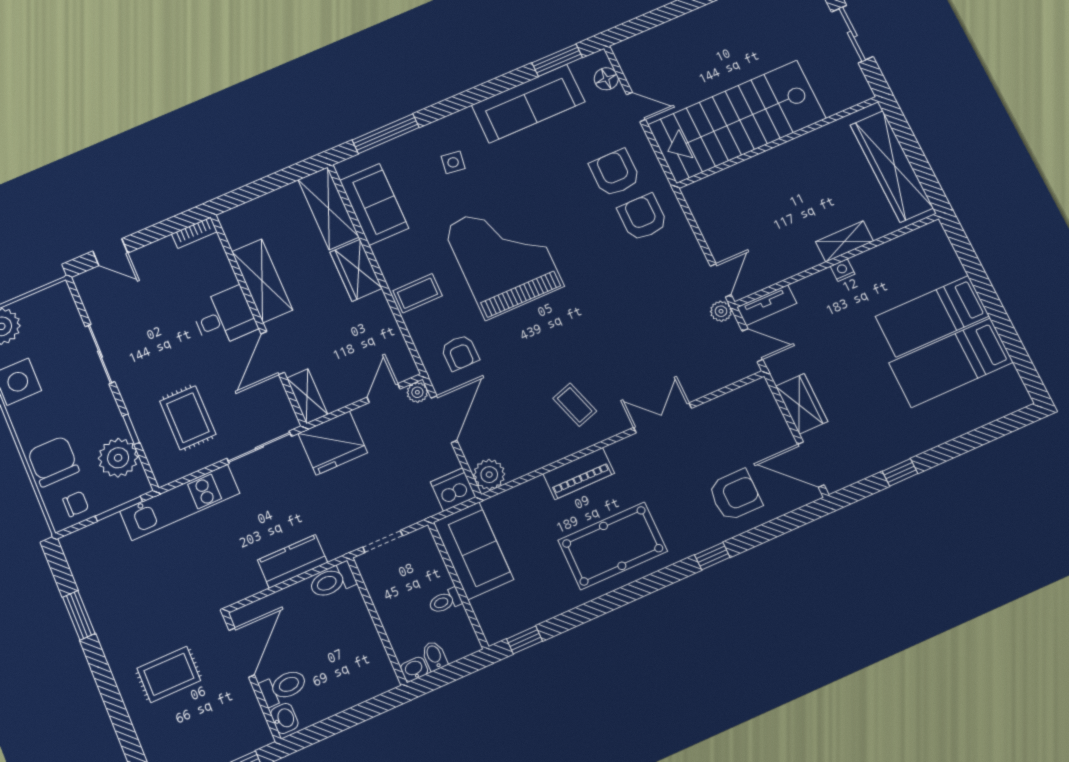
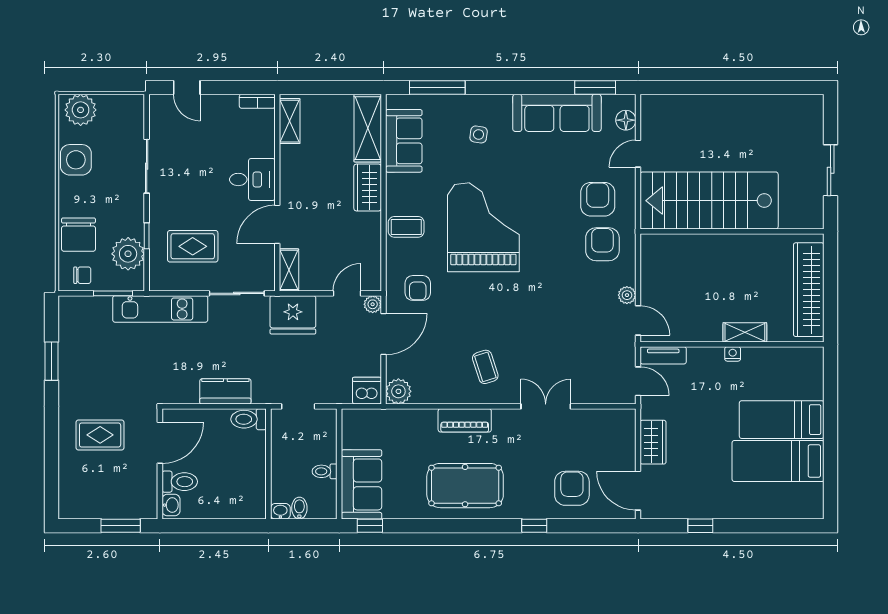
door: (636, 107) -> (638, 154), swing flipped
door: (721, 280) -> (638, 320), hinge flipped
shelving: (262, 281) -> (290, 121), moved, width x0.67, depth x0.75
plant: (721, 311) -> (627, 295), moved
rug: (188, 418) -> (193, 246), turned 90
chair: (53, 461) -> (78, 235), turned 180
armchair: (735, 495) -> (572, 488), turned -90
sofa: (473, 551) -> (362, 484), moved

